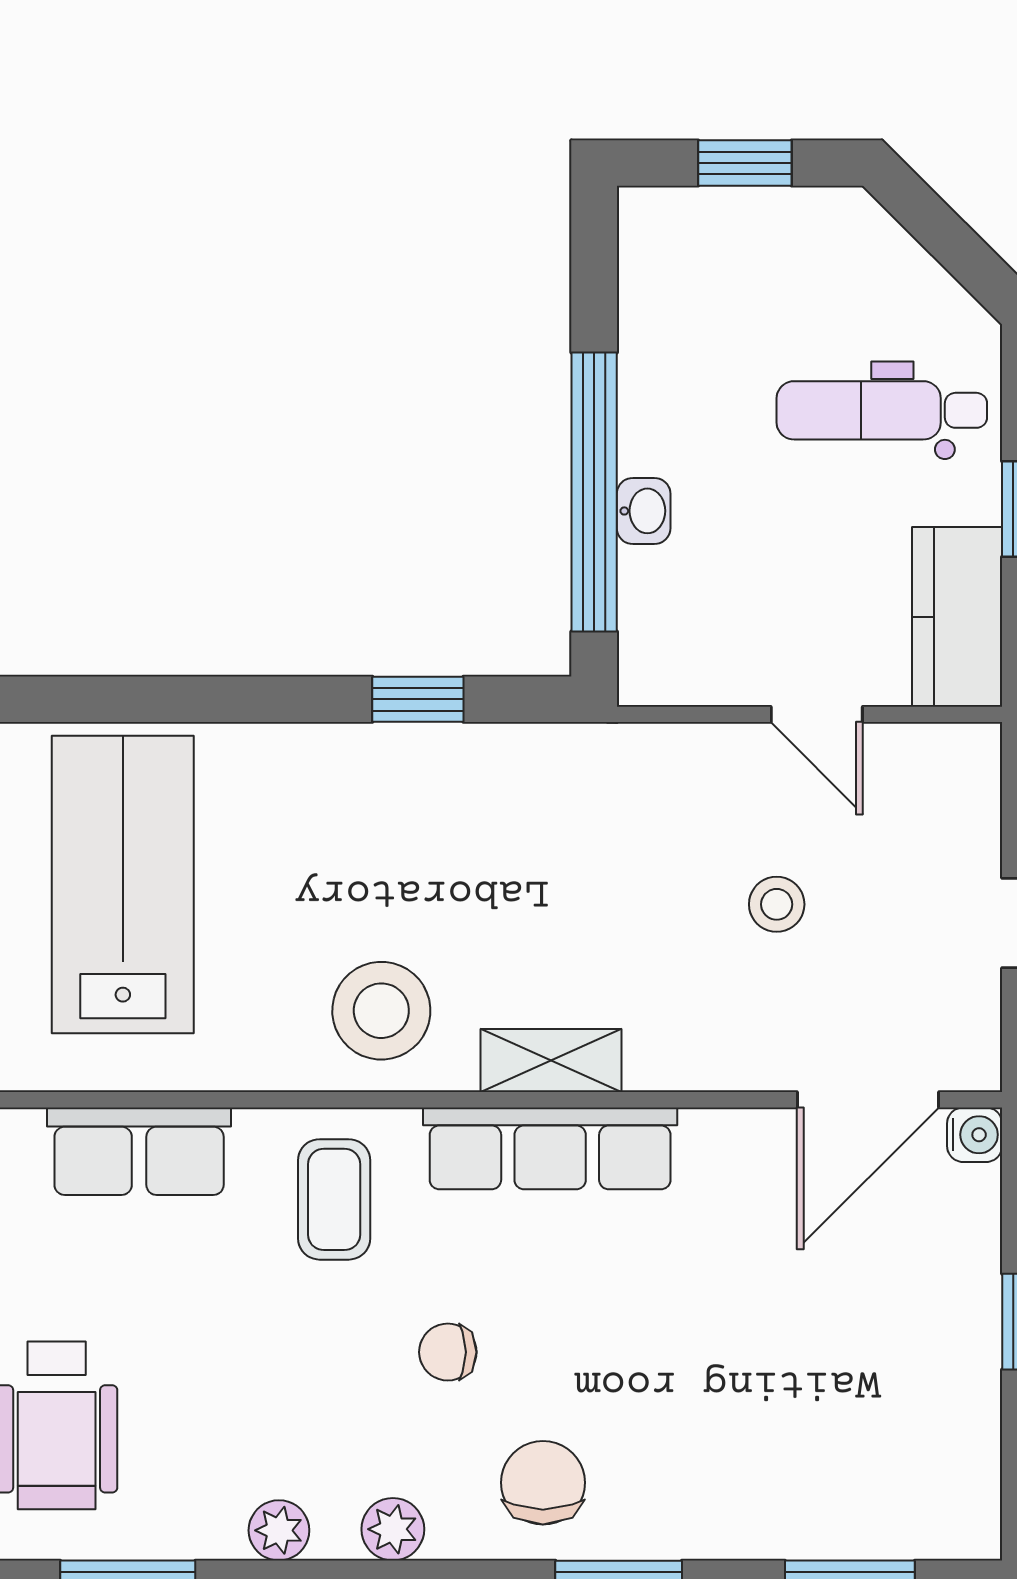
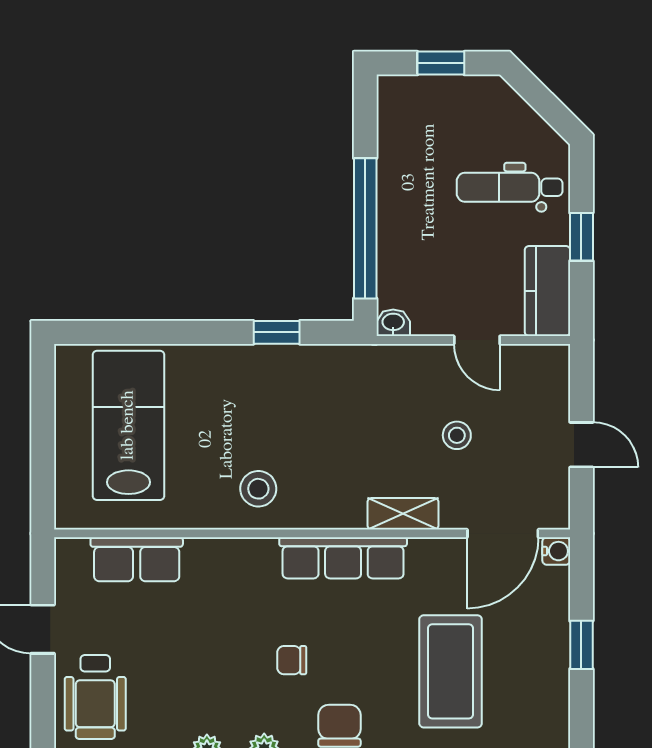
washbasin: (644, 511) -> (393, 323), moved, turned -90
stool: (381, 1011) -> (258, 489), width x0.73, depth x0.73
shelving: (551, 1060) -> (403, 514), moved
coffee table: (334, 1199) -> (451, 671), moved, width x1.86, depth x1.72

